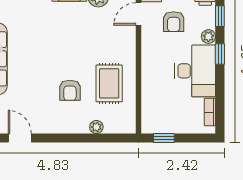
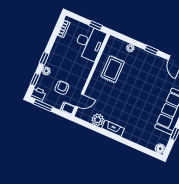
desk: (195, 71) -> (90, 43), moved, turned 180
armchair: (70, 90) -> (136, 75), removed
window: (63, 138) -> (151, 50), added

